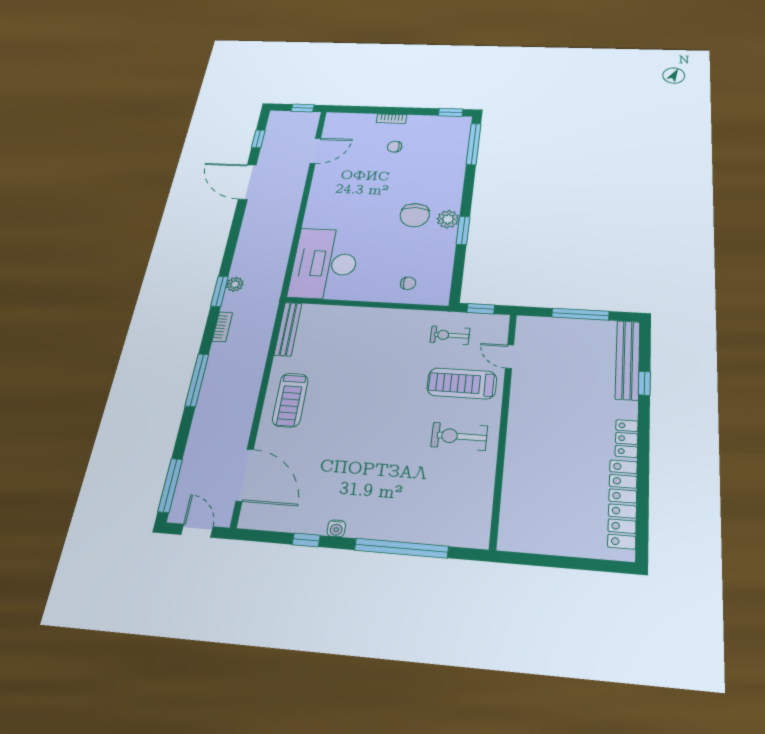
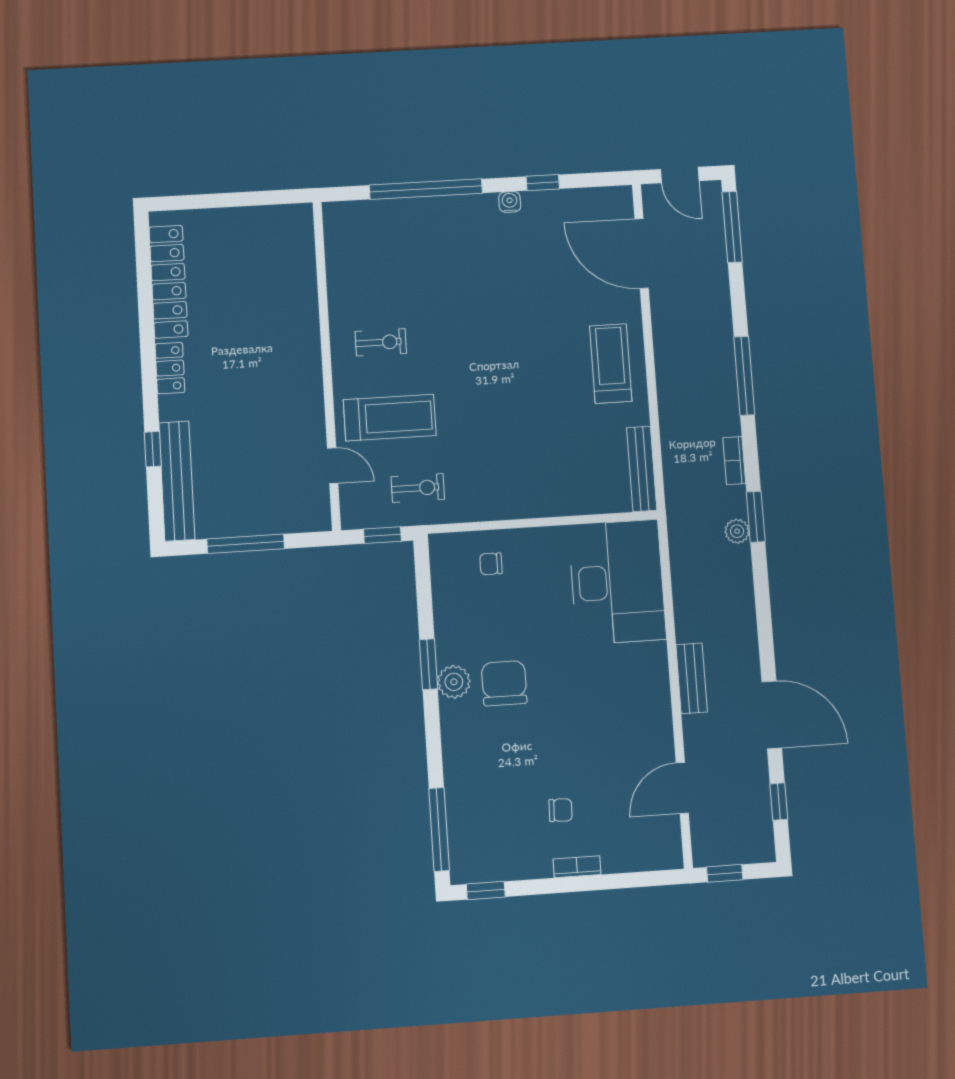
bench: (292, 206) -> (692, 678), added
exercise bike: (459, 436) -> (381, 342), width x0.73, depth x0.72

